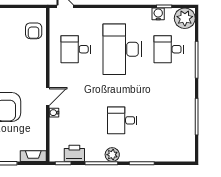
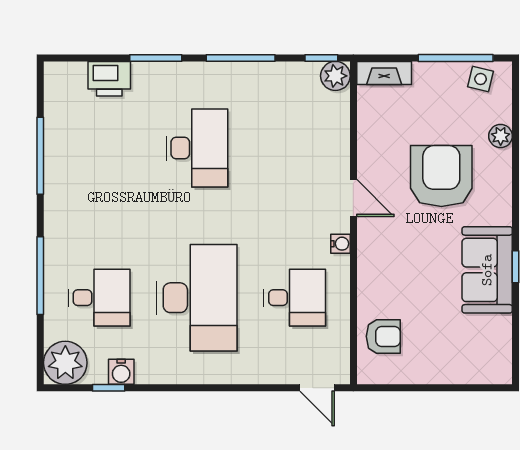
armchair: (34, 31) -> (383, 336), turned 90
door: (48, 97) -> (353, 198), swing flipped
water cooler: (54, 113) -> (340, 244), moved
desk: (122, 120) -> (197, 148), width x1.37
printer: (74, 153) -> (109, 79), moved
plant: (112, 155) -> (335, 76), moved

